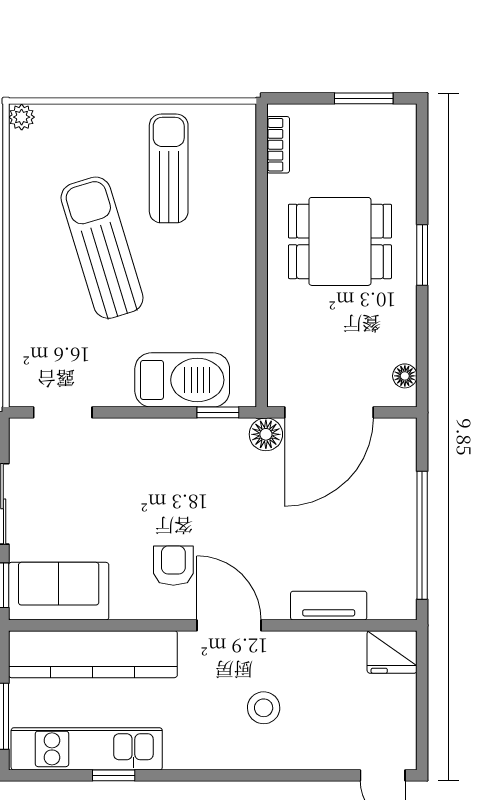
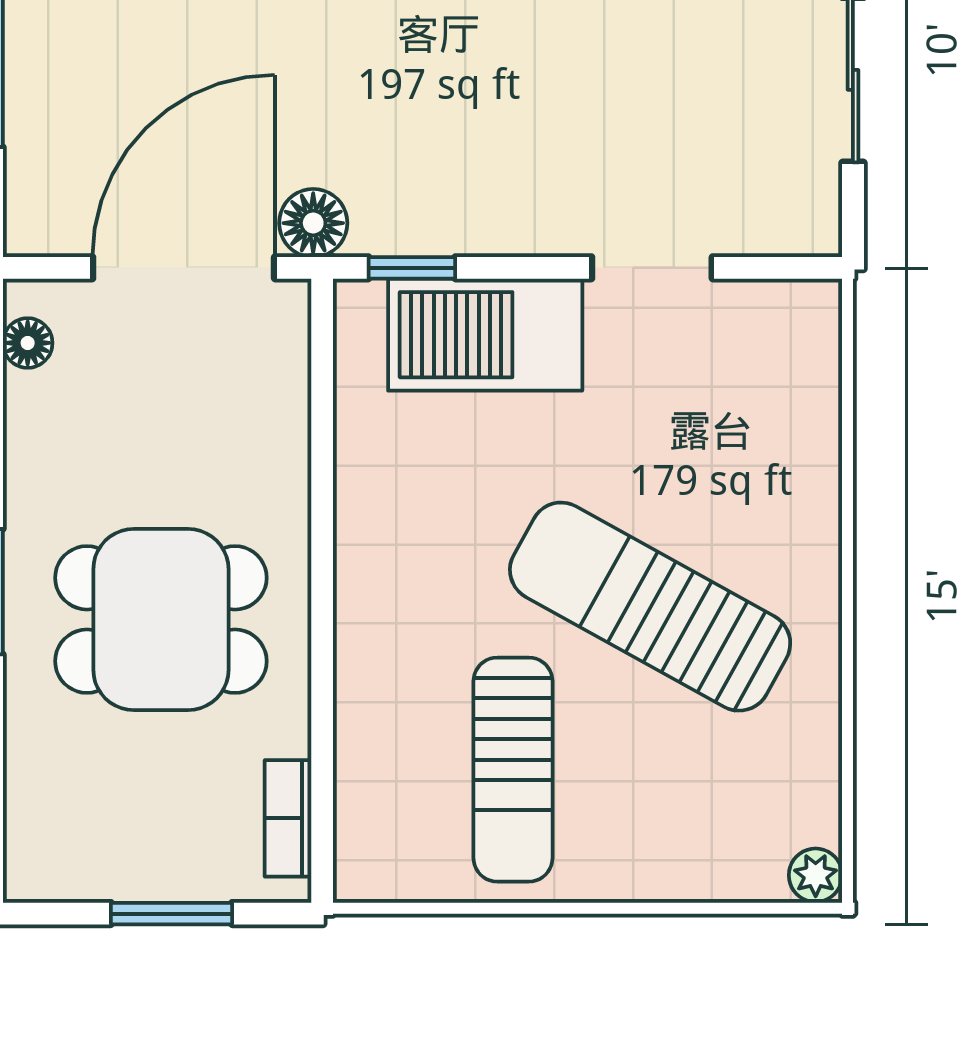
window: (364, 98) -> (172, 914), moved
sun lounger: (102, 248) -> (650, 607), turned 136
doorway: (63, 412) -> (652, 268), moved

